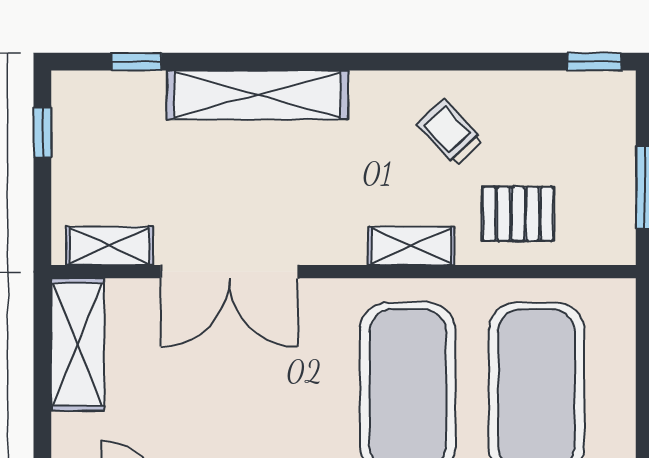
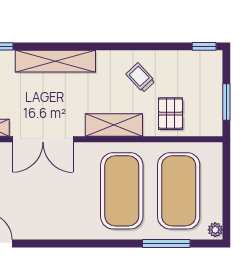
pallet: (518, 214) -> (170, 114), turned 90
shelving: (411, 246) -> (114, 125), width x1.50, depth x1.33

